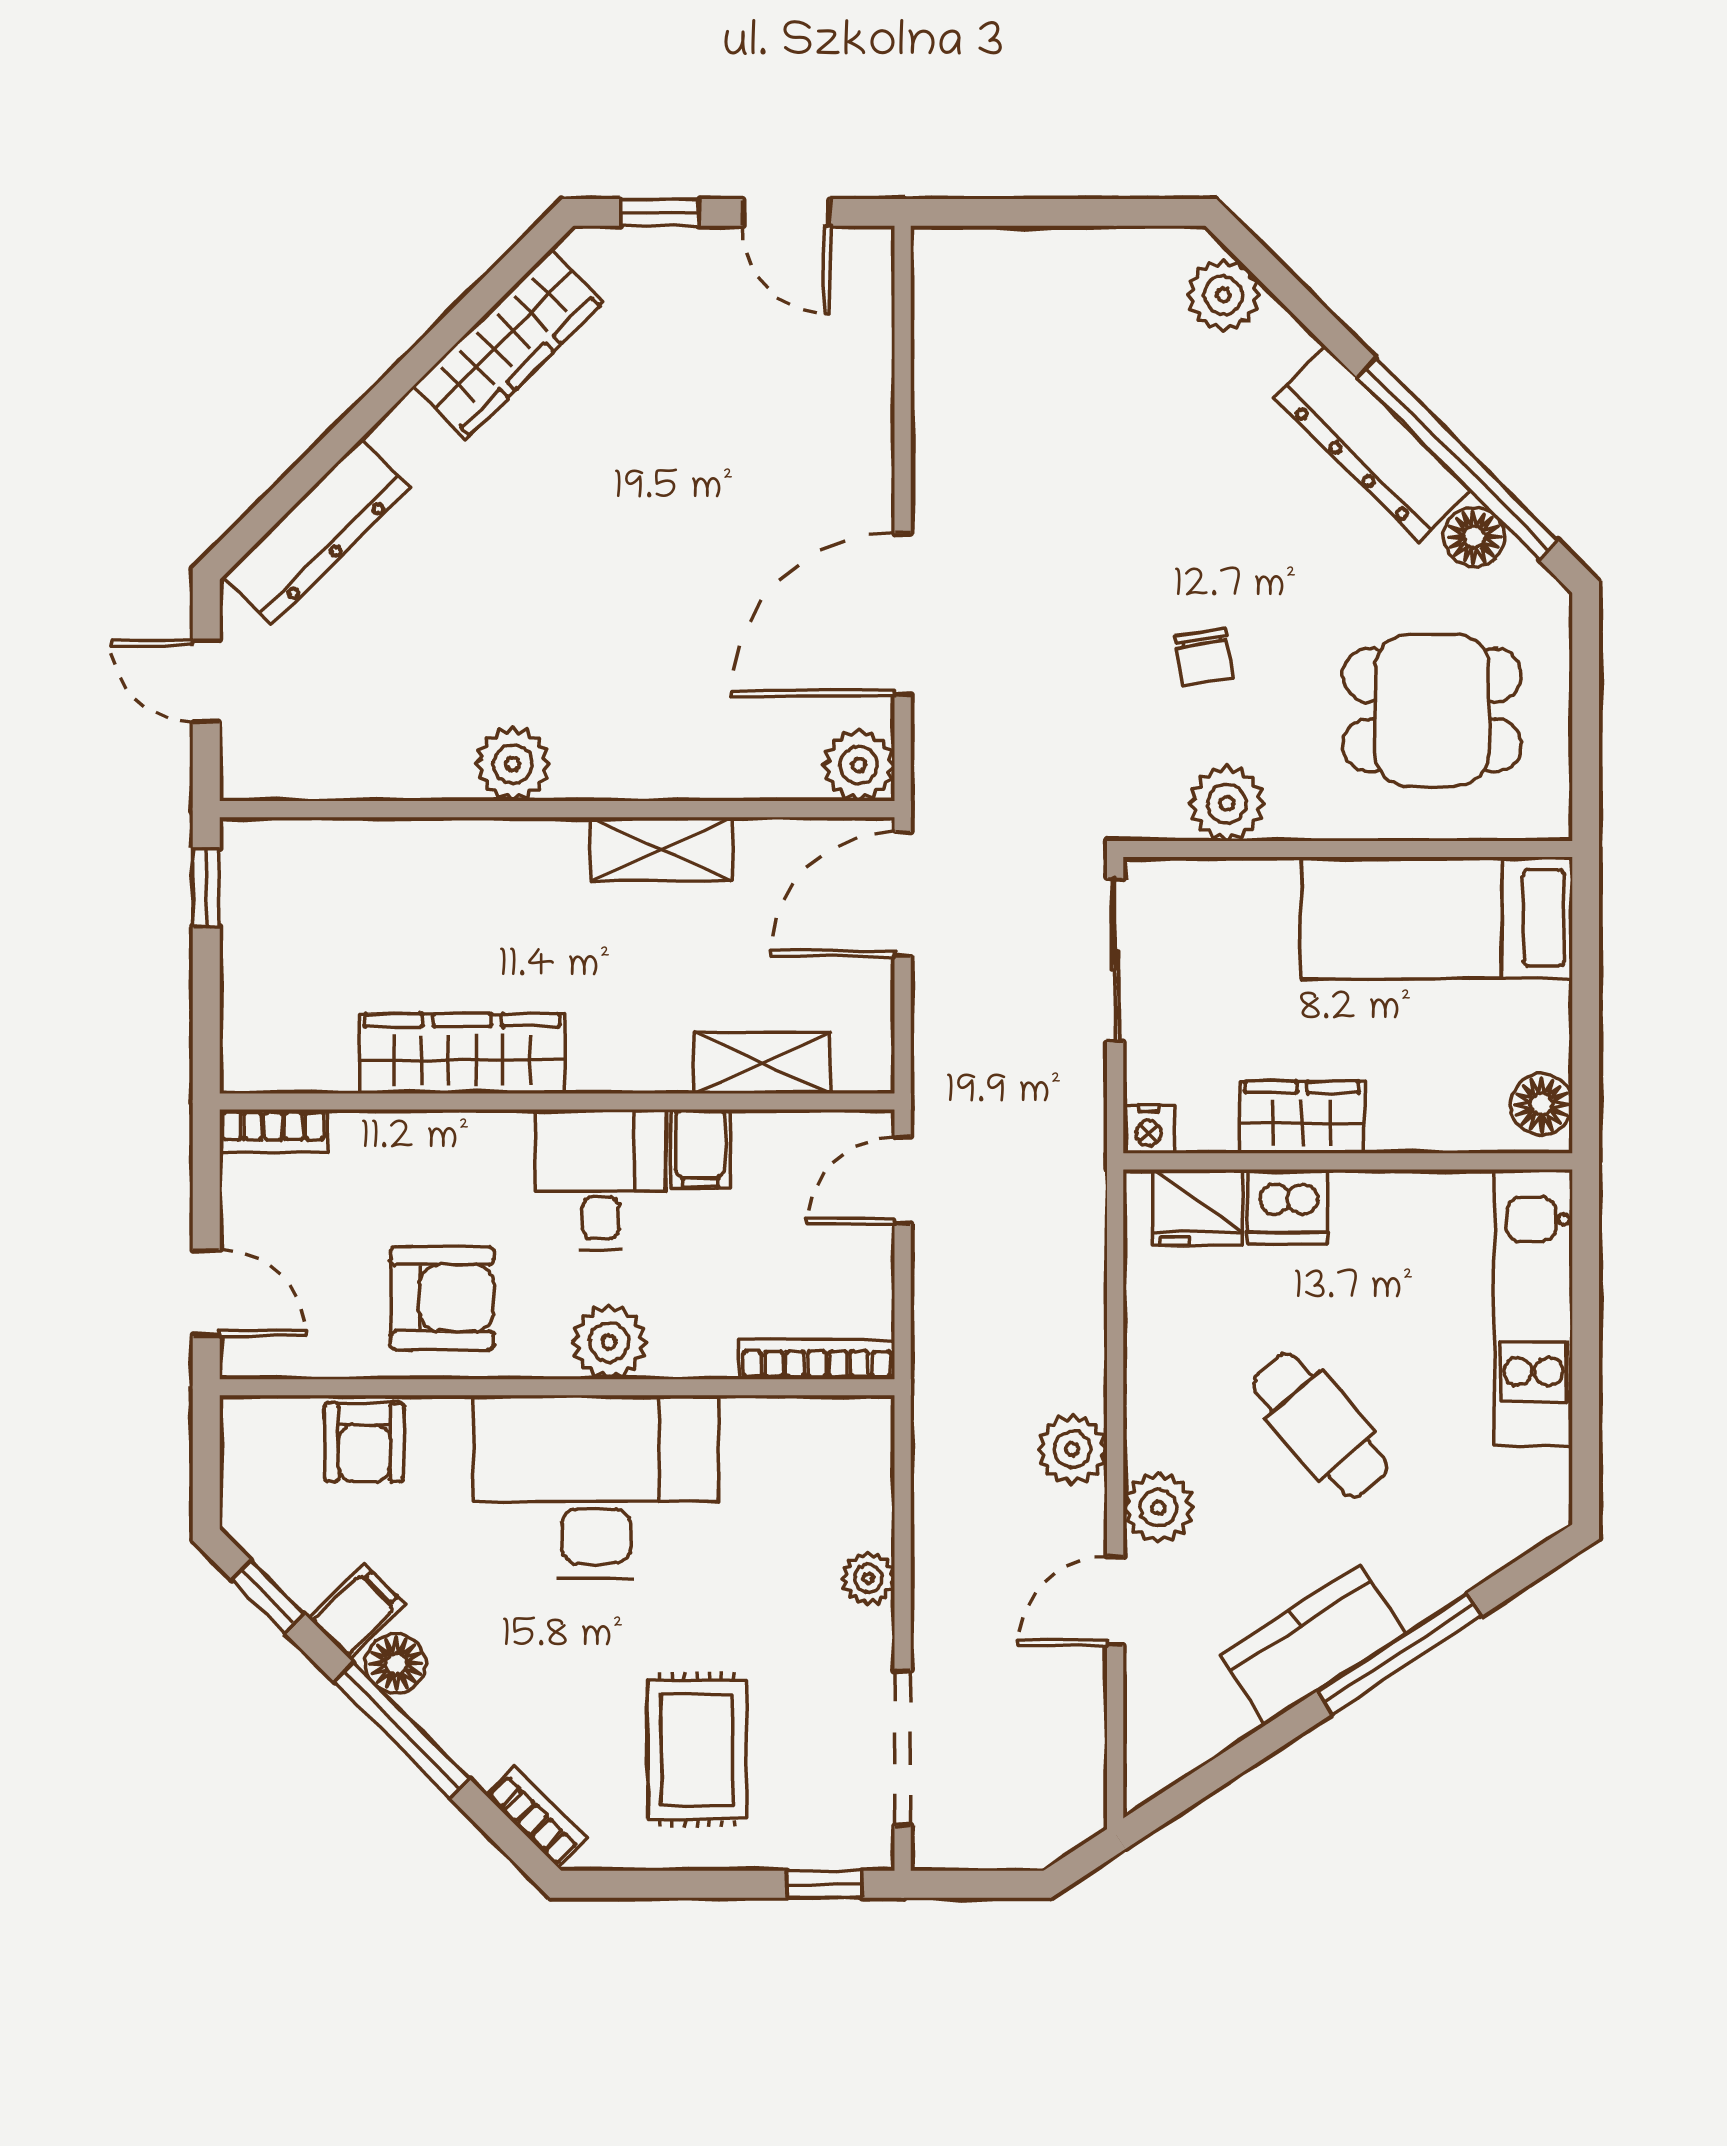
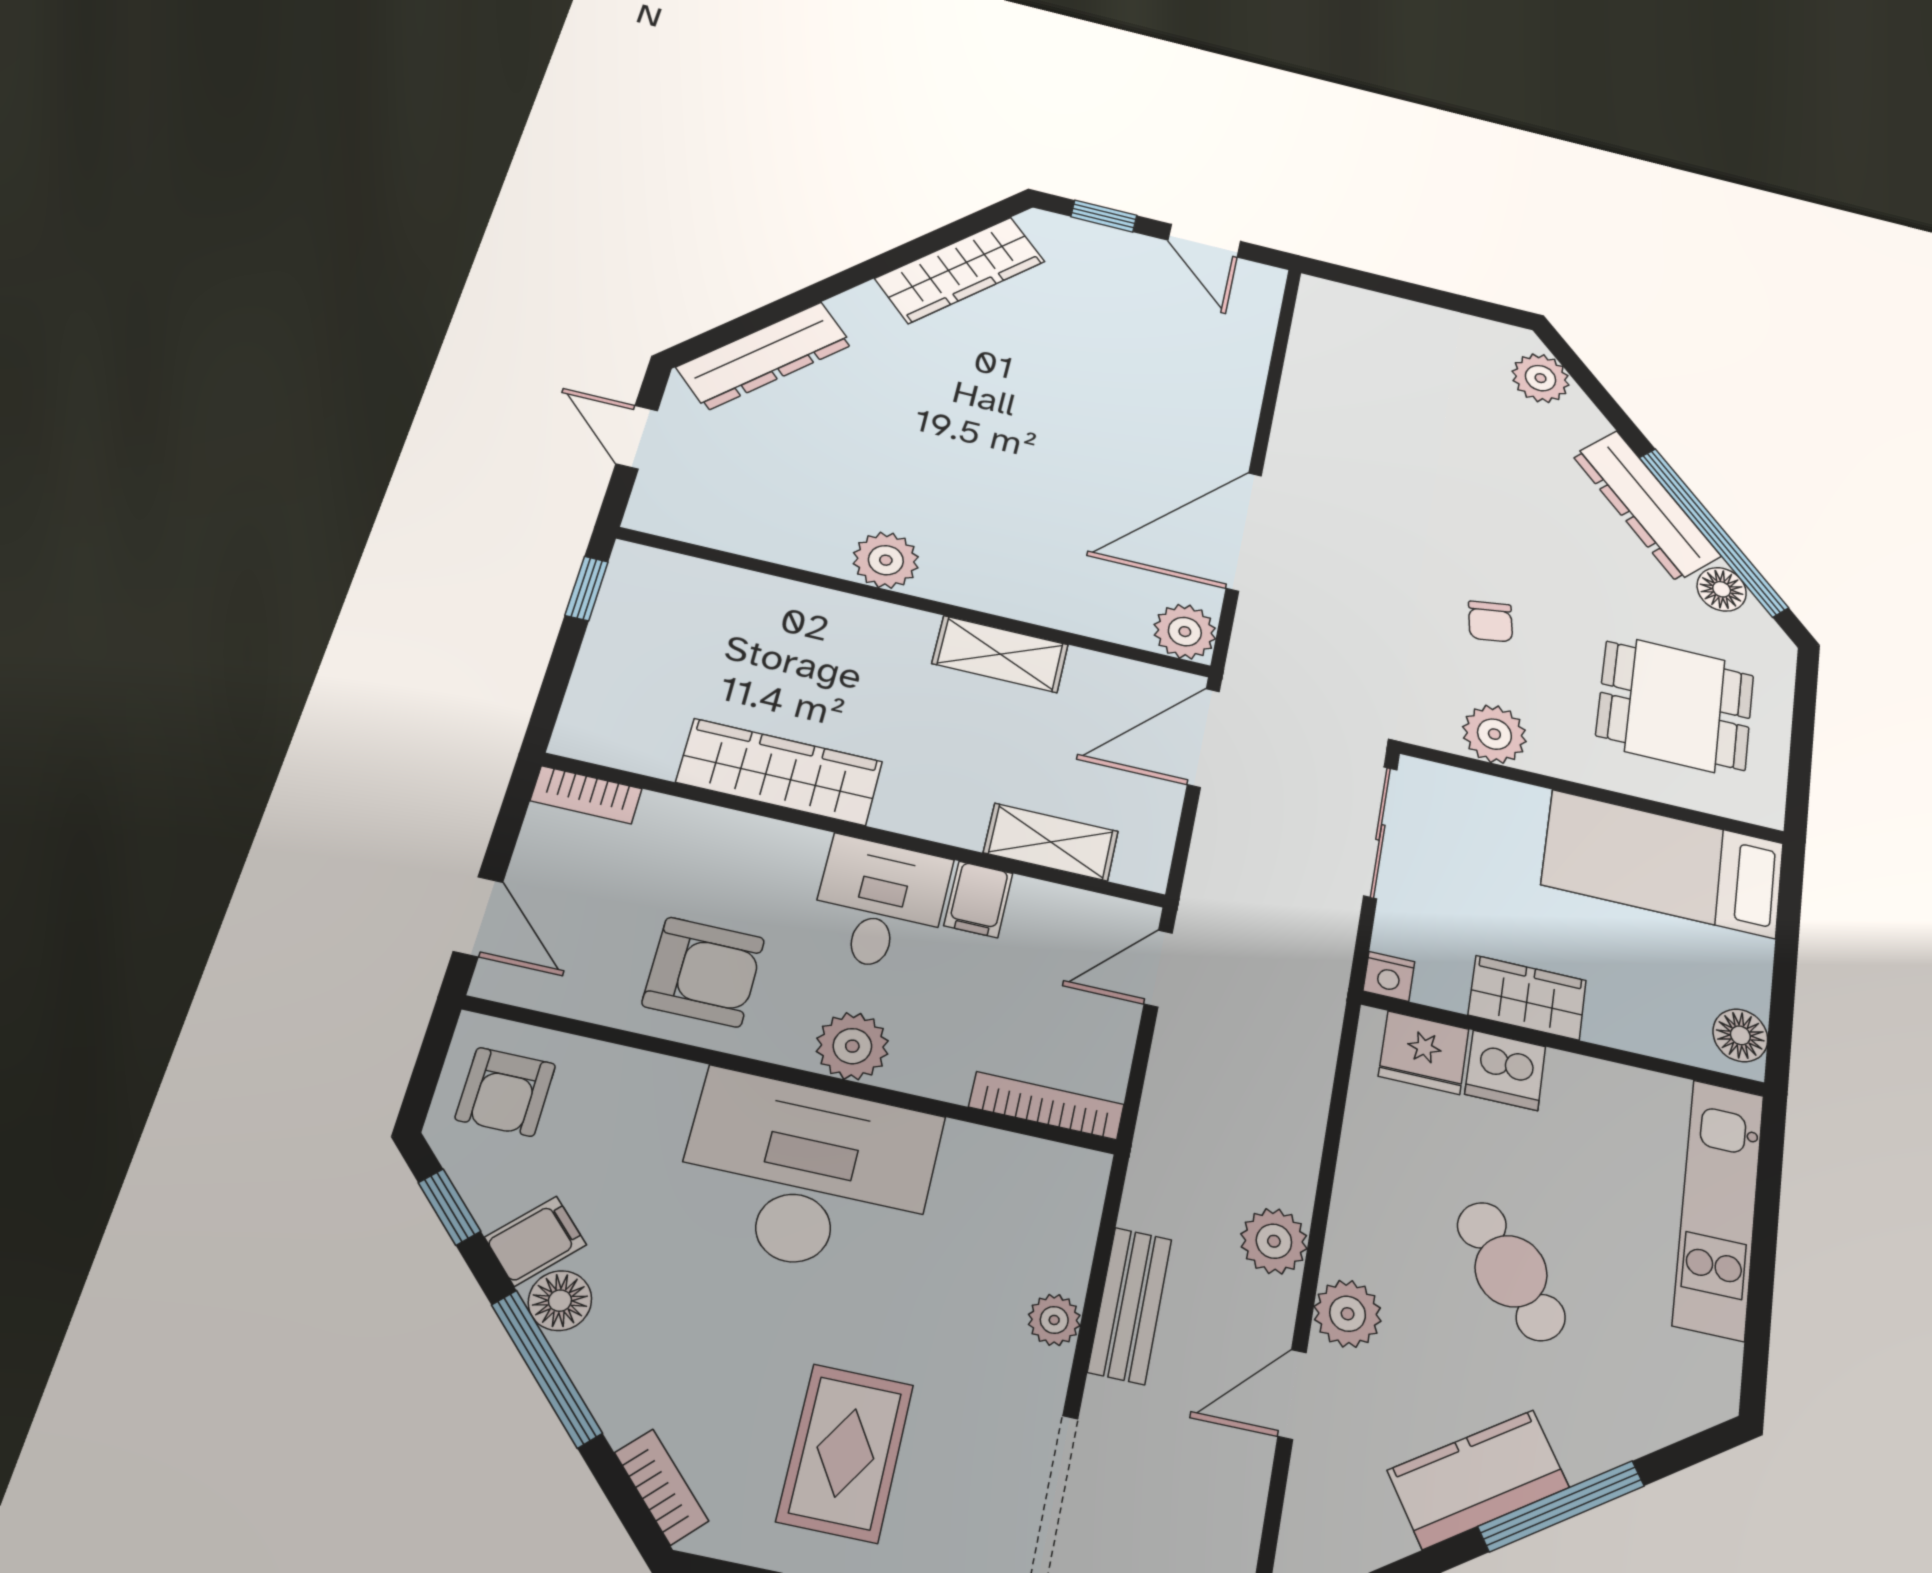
armchair: (364, 1442) -> (505, 1092), moved
bench: (940, 1547) -> (1130, 1305), added

